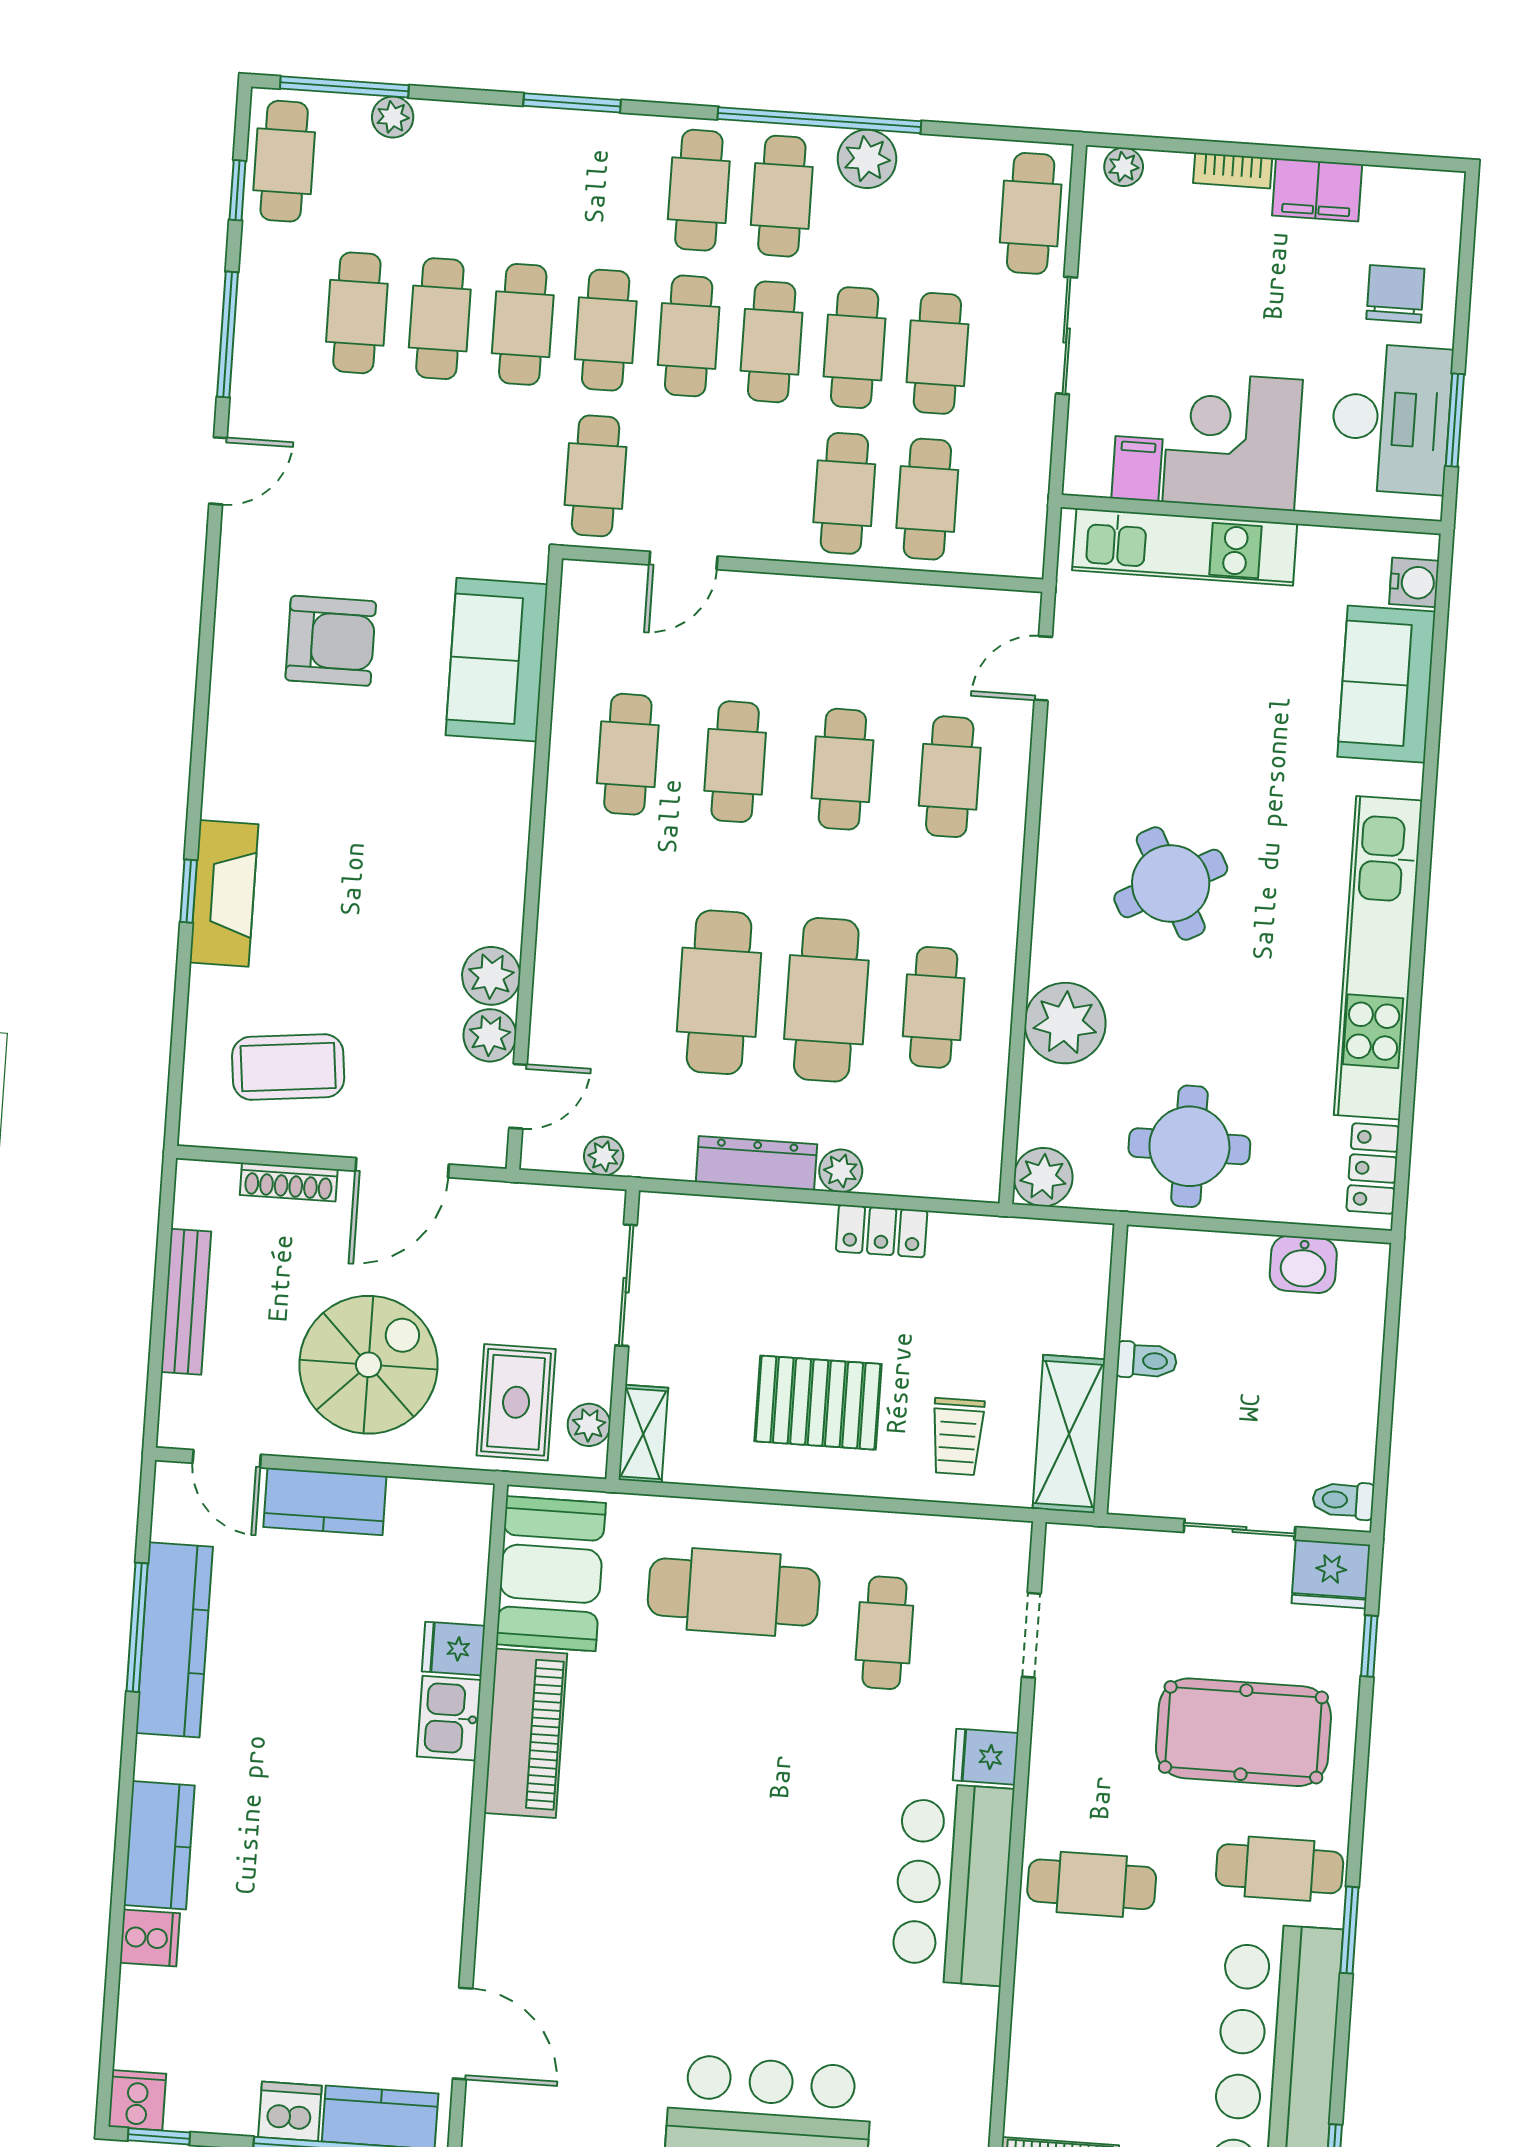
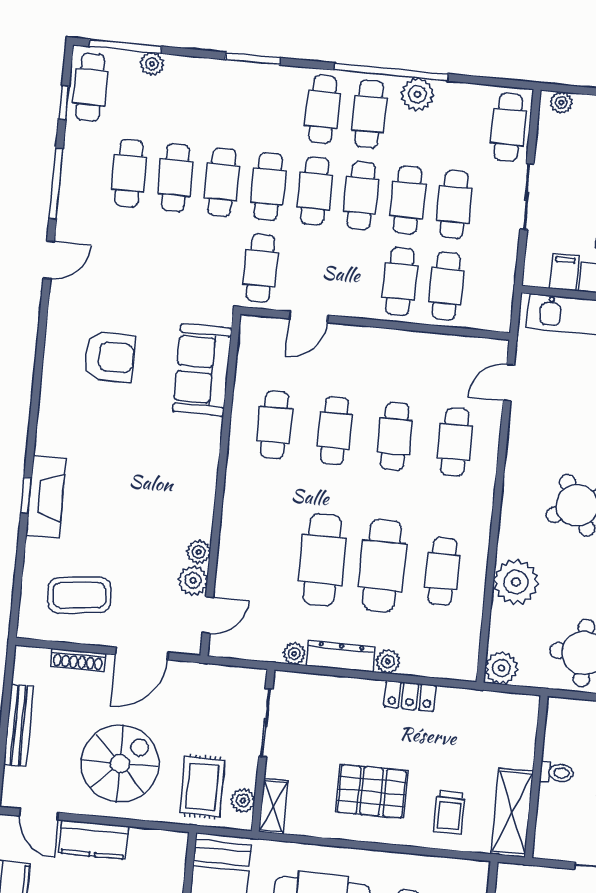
plant: (491, 976) -> (199, 552), width x0.73, depth x0.73
plant: (604, 1156) -> (294, 654), moved

